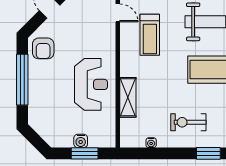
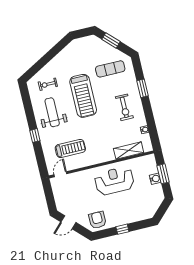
armchair: (43, 48) -> (97, 220), turned -90
window: (22, 80) -> (122, 229), width x0.32
shelving: (128, 97) -> (129, 150), moved

